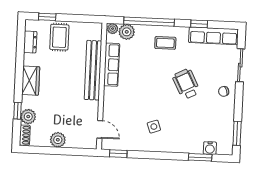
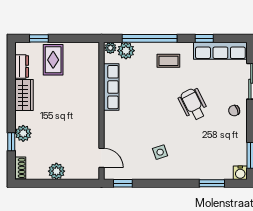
bench: (93, 70) -> (91, 94), removed
wardrobe: (31, 81) -> (24, 95), moved
plant: (28, 117) -> (23, 133), moved
water cooler: (210, 148) -> (240, 173), moved

